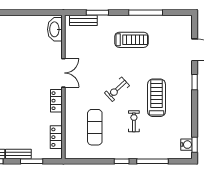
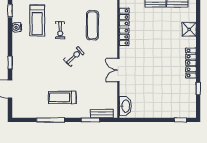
treadmill: (157, 98) -> (37, 21), moved
locker: (56, 101) -> (124, 37), moved
water cooler: (187, 145) -> (17, 27), moved

